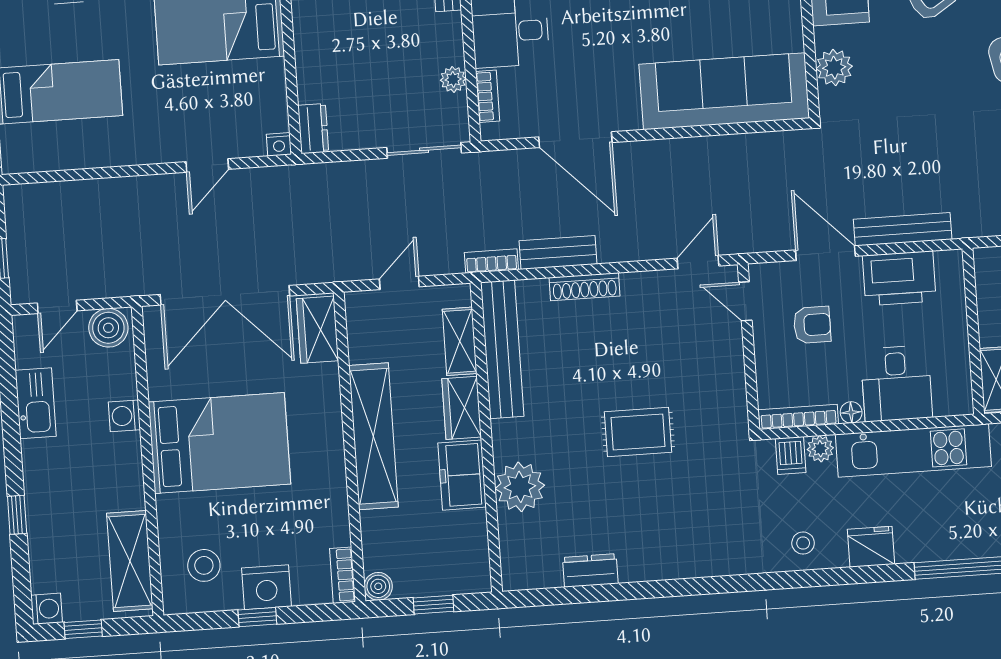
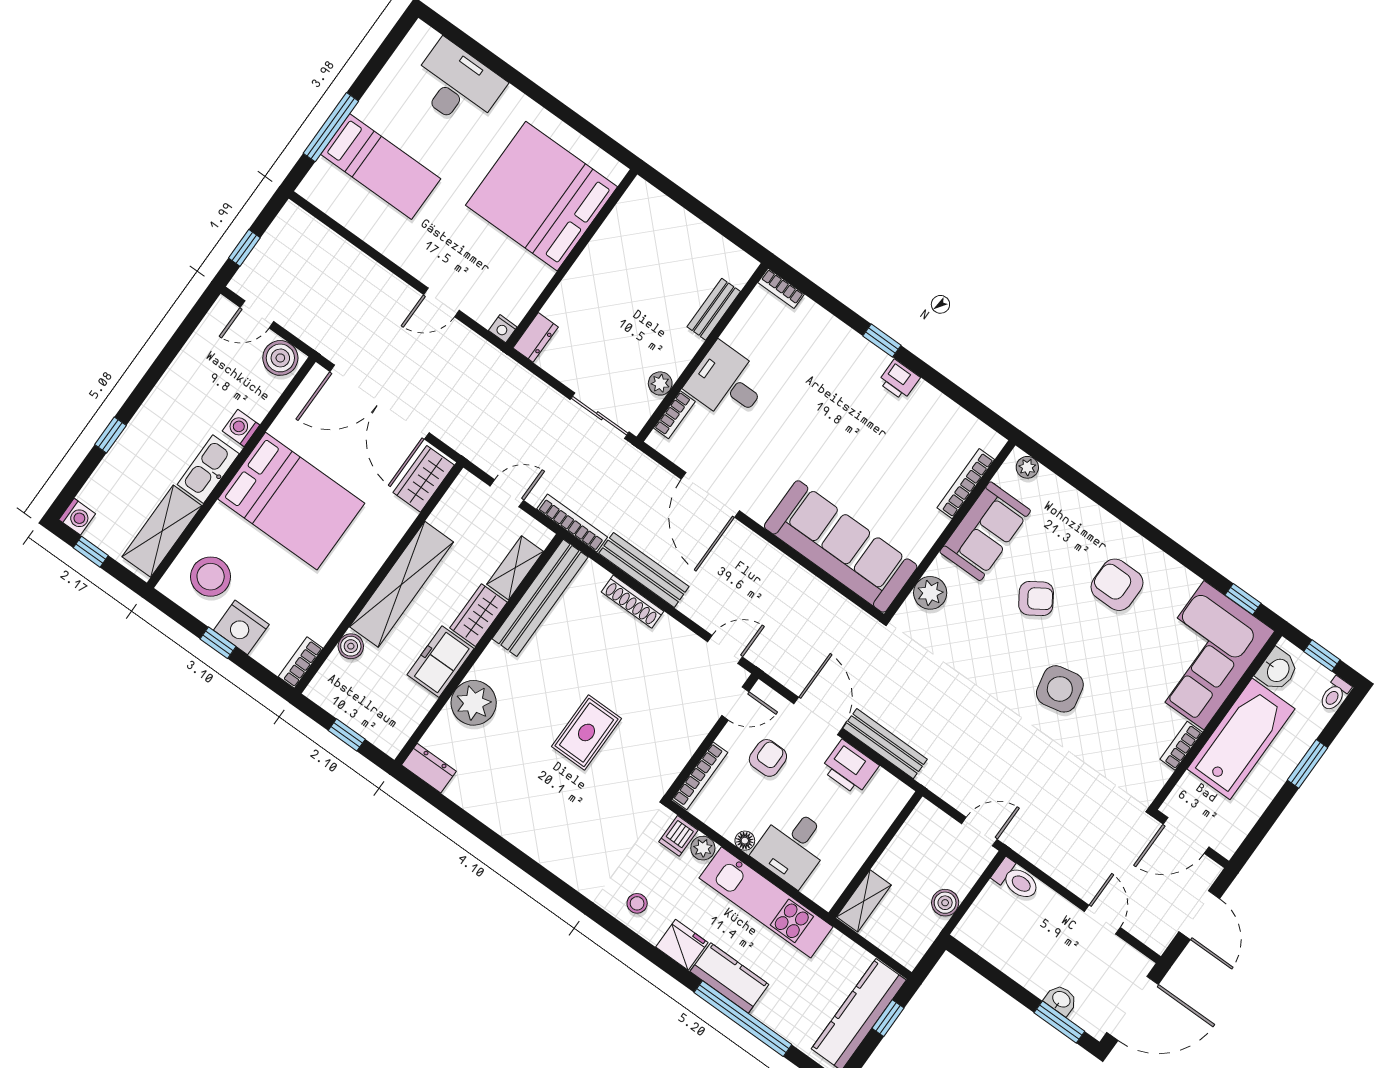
bench: (558, 252) -> (644, 570), width x1.36
bookcase: (491, 261) -> (572, 523), width x1.56
printer: (899, 278) -> (850, 768), width x0.73, depth x0.84
door: (745, 301) -> (735, 703), swing flipped
armchair: (812, 325) -> (768, 758), turned -90
kitchen sink: (36, 403) -> (208, 469), moved, turned 180
bookcase: (798, 417) -> (700, 776), moved, turned 90
rug: (638, 432) -> (587, 732), turned 90
kitchen counter: (936, 541) -> (729, 978), added
stool: (204, 565) -> (211, 577), width x1.38, depth x1.38
dresser: (590, 570) -> (429, 768), moved
boiler: (378, 586) -> (351, 646), moved

